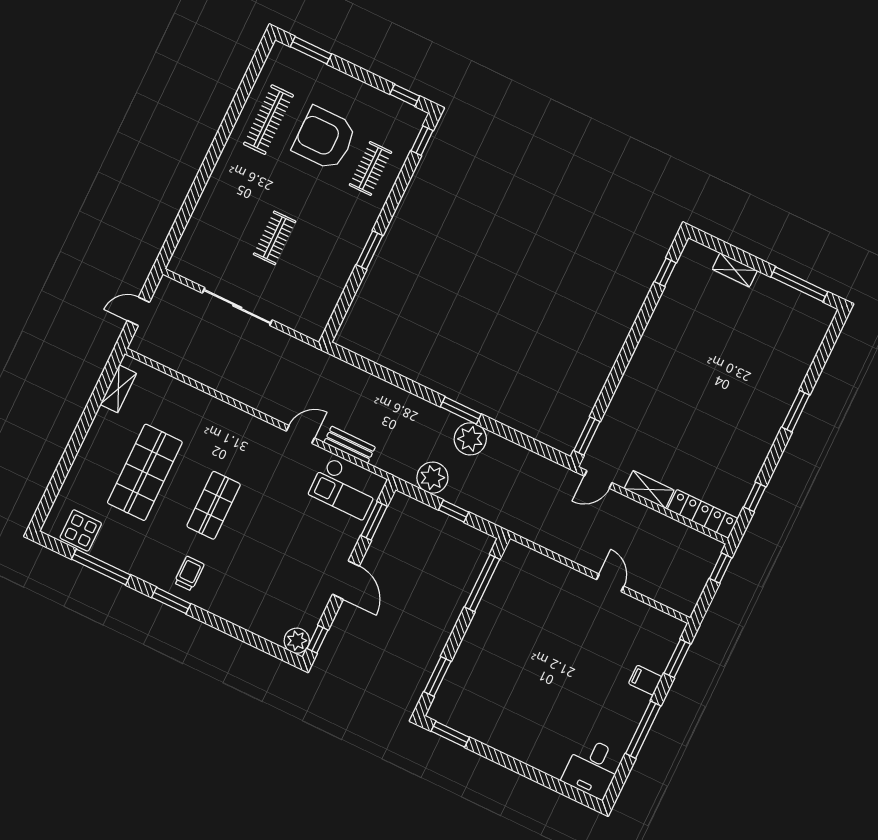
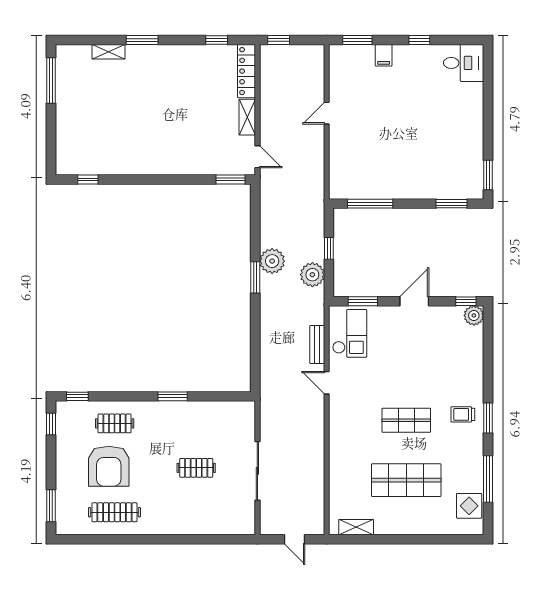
shelving: (735, 270) -> (109, 52), moved, turned 90
window: (643, 730) -> (419, 40), width x0.46

